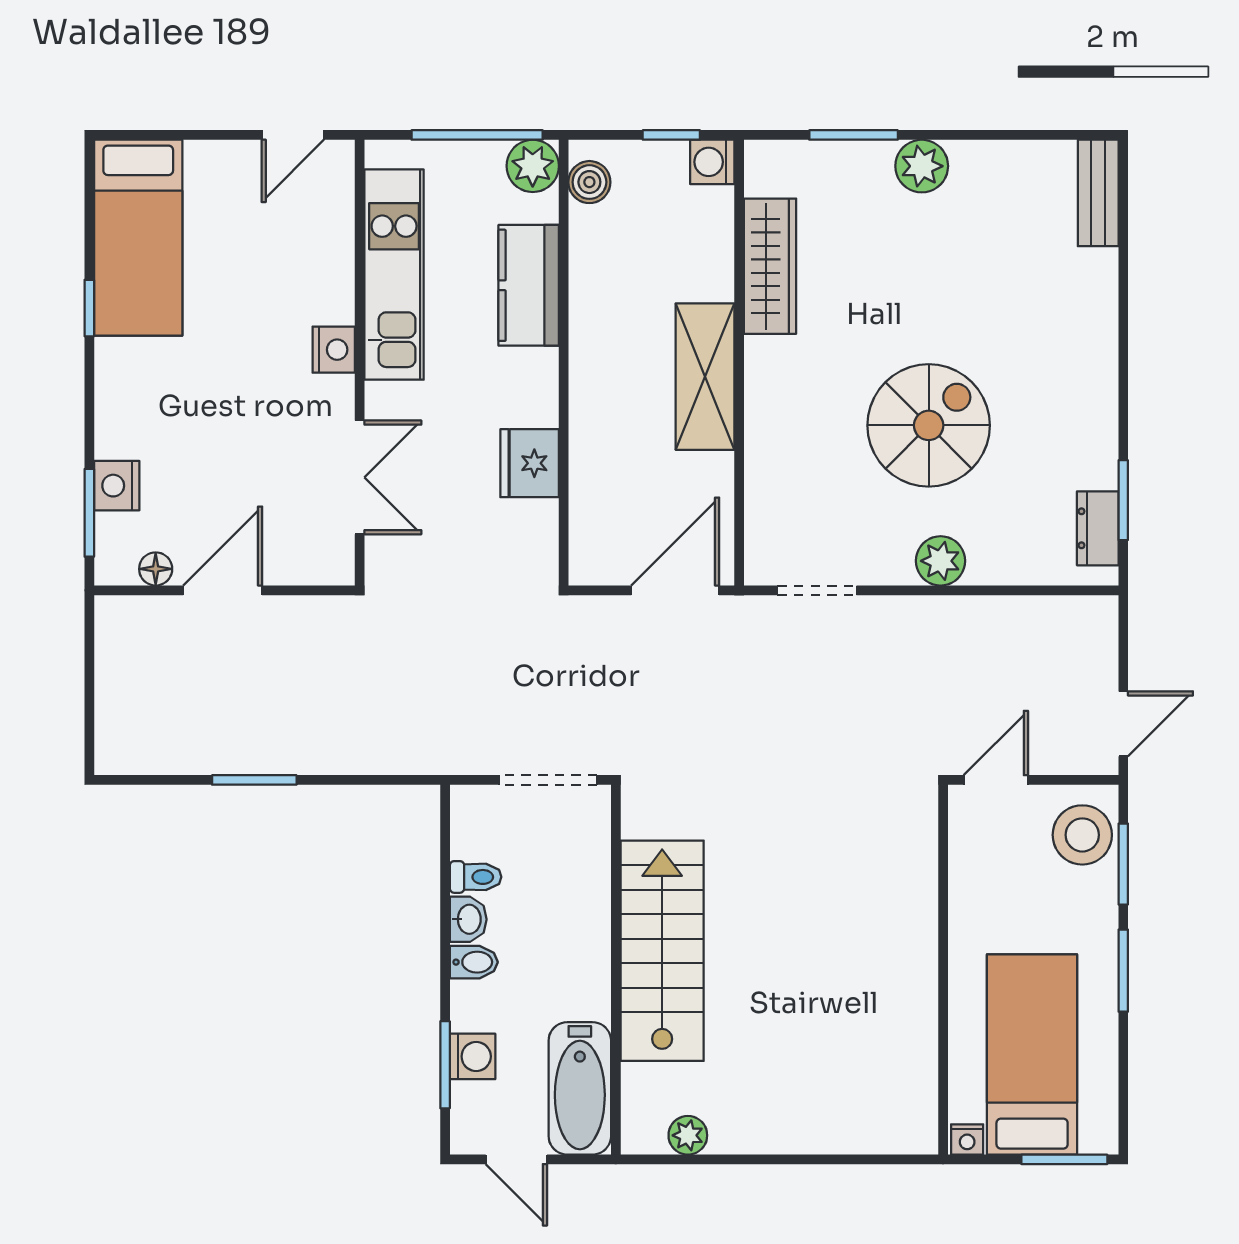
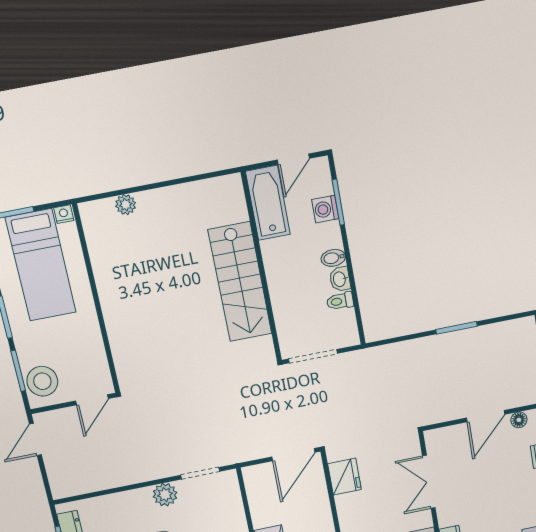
fridge: (530, 463) -> (344, 477), moved
plant: (941, 561) -> (165, 495), moved
door: (675, 590) -> (293, 455), moved
plant: (688, 1135) -> (126, 205), moved
door: (516, 1159) -> (293, 159), swing flipped

